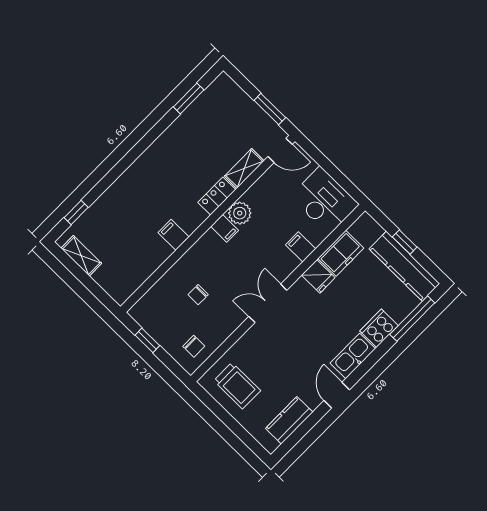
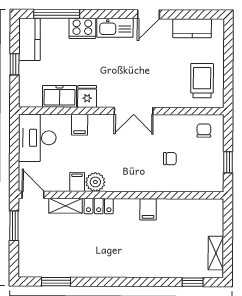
filing cabinet: (225, 228) -> (77, 182), moved
kitchen counter: (404, 266) -> (29, 39), width x0.67

